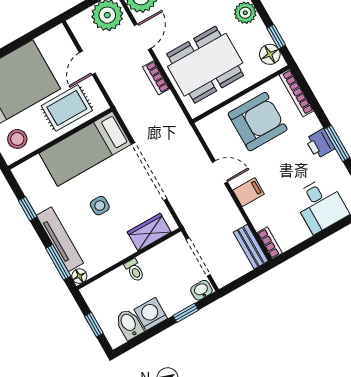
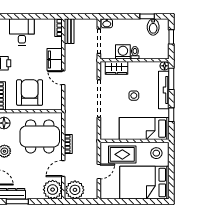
armchair: (258, 122) -> (30, 93), turned 90
bed: (85, 149) -> (144, 129), moved, turned 180
filing cabinet: (248, 192) -> (55, 59), width x2.00
window: (186, 313) -> (147, 16), moved
washing machine: (151, 314) -> (123, 52), moved, turned 180

